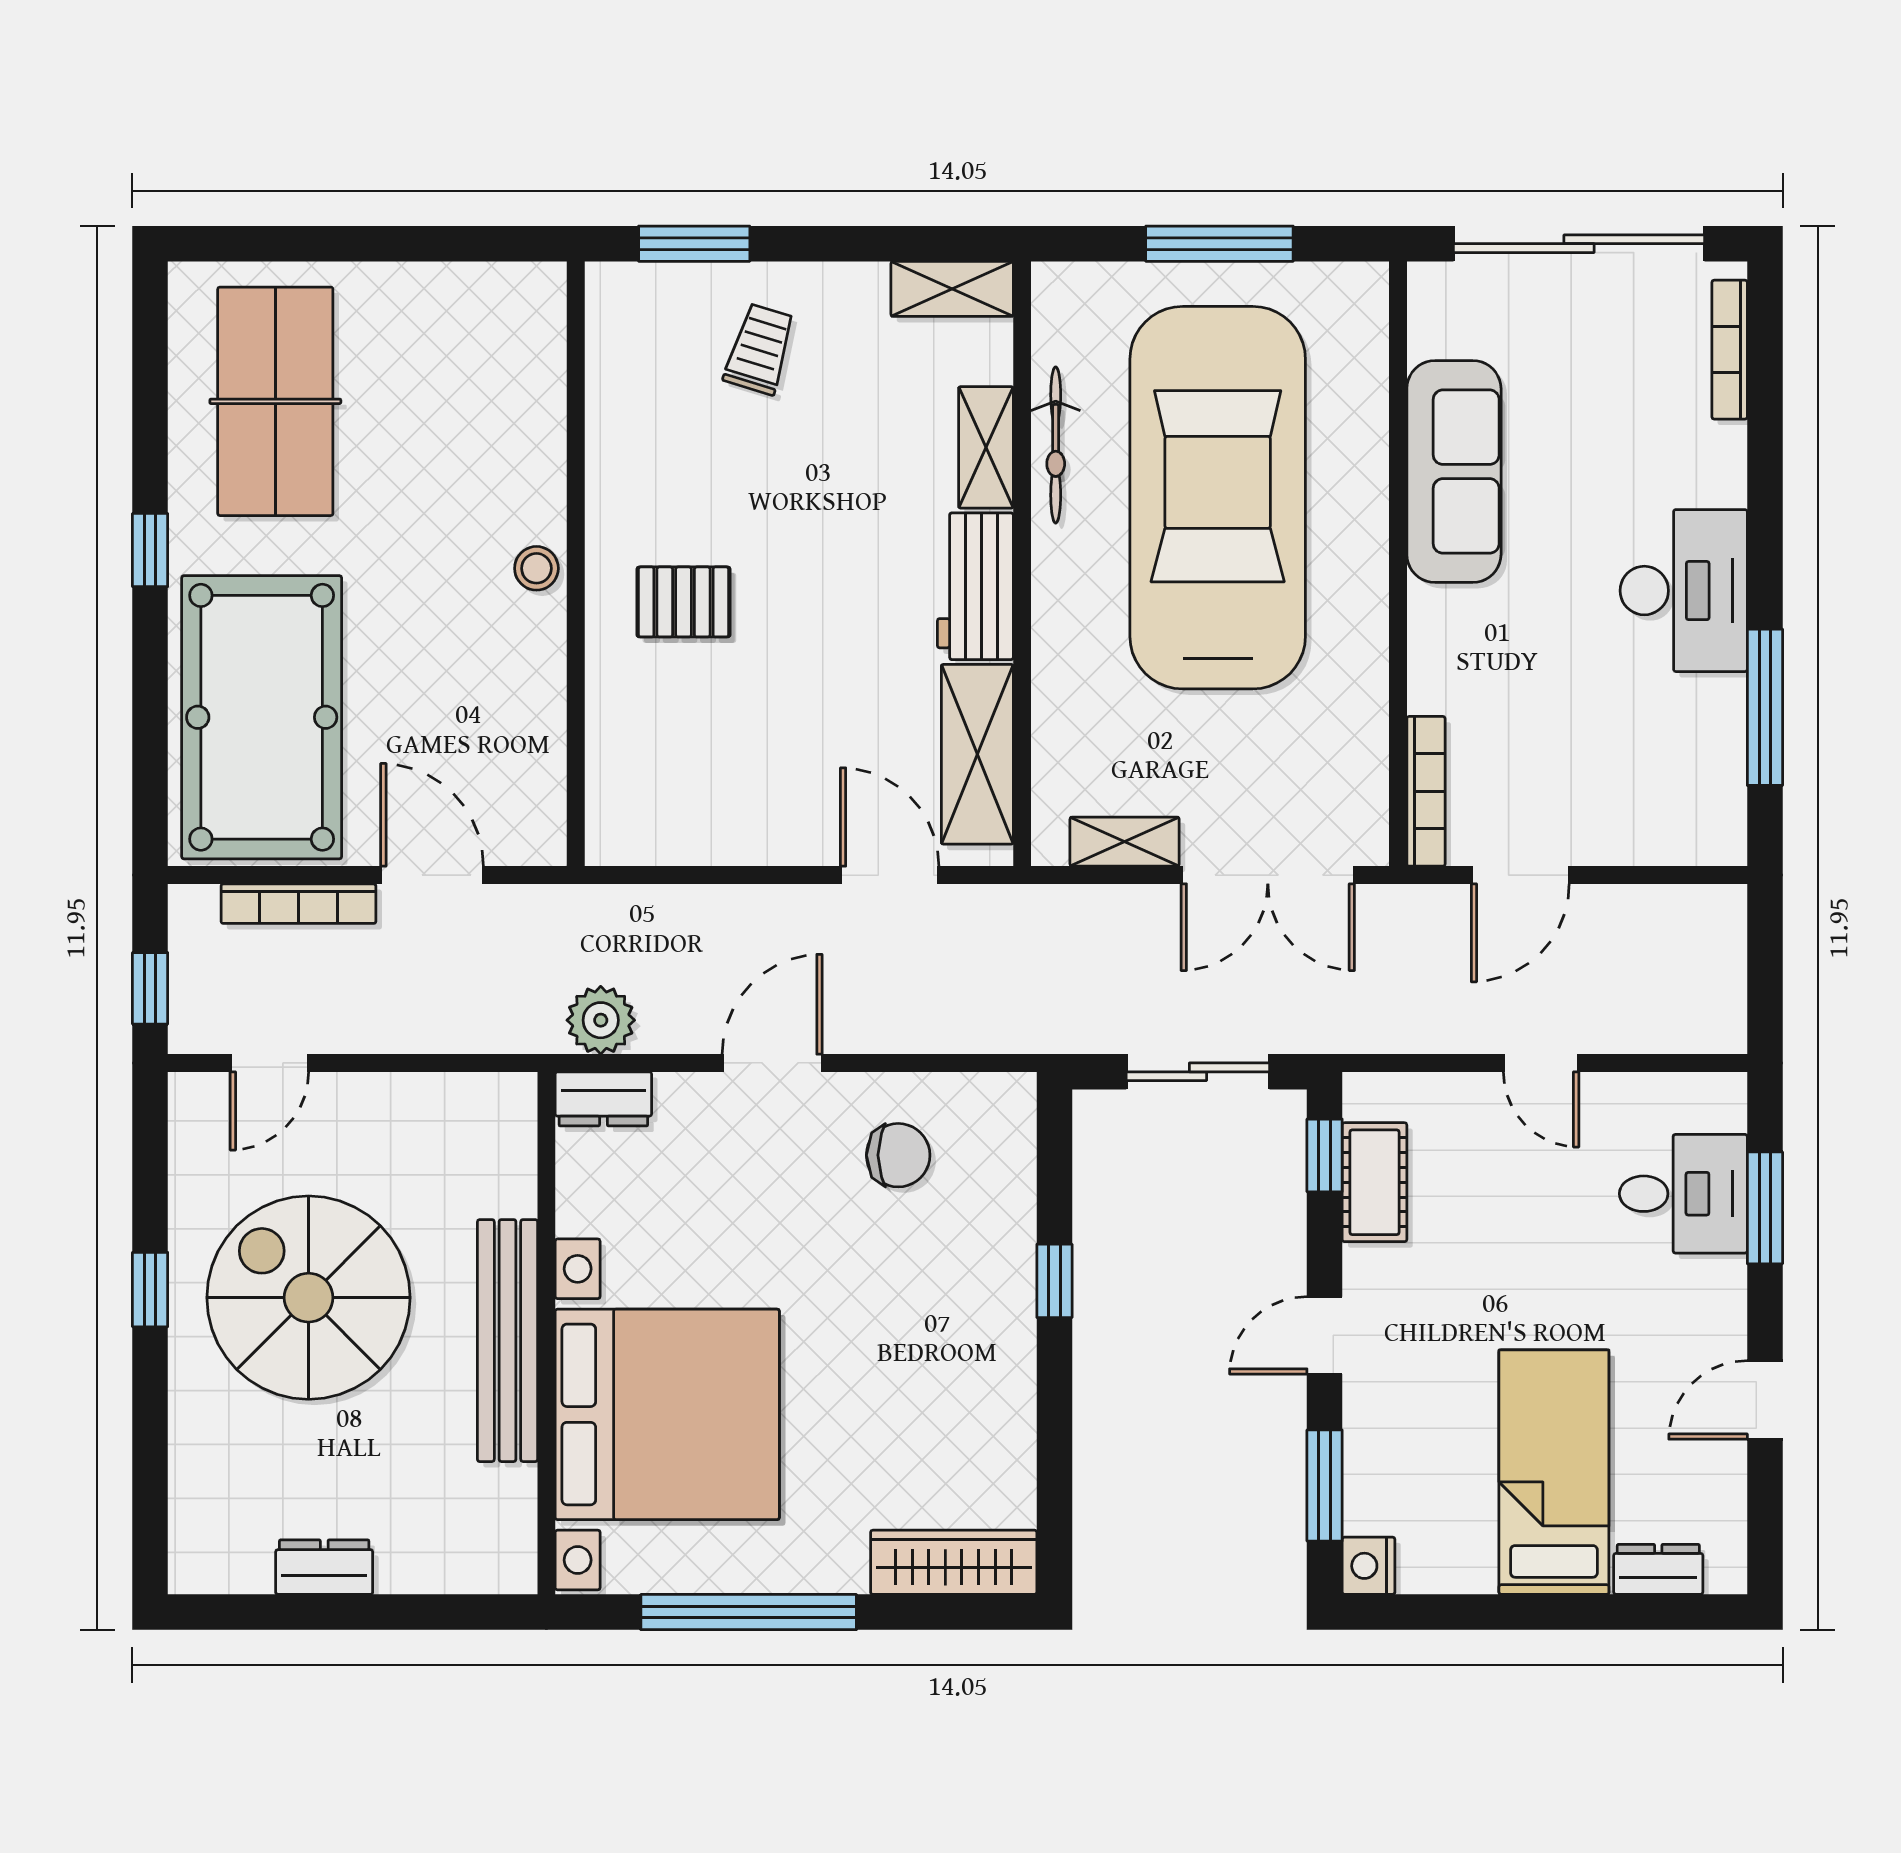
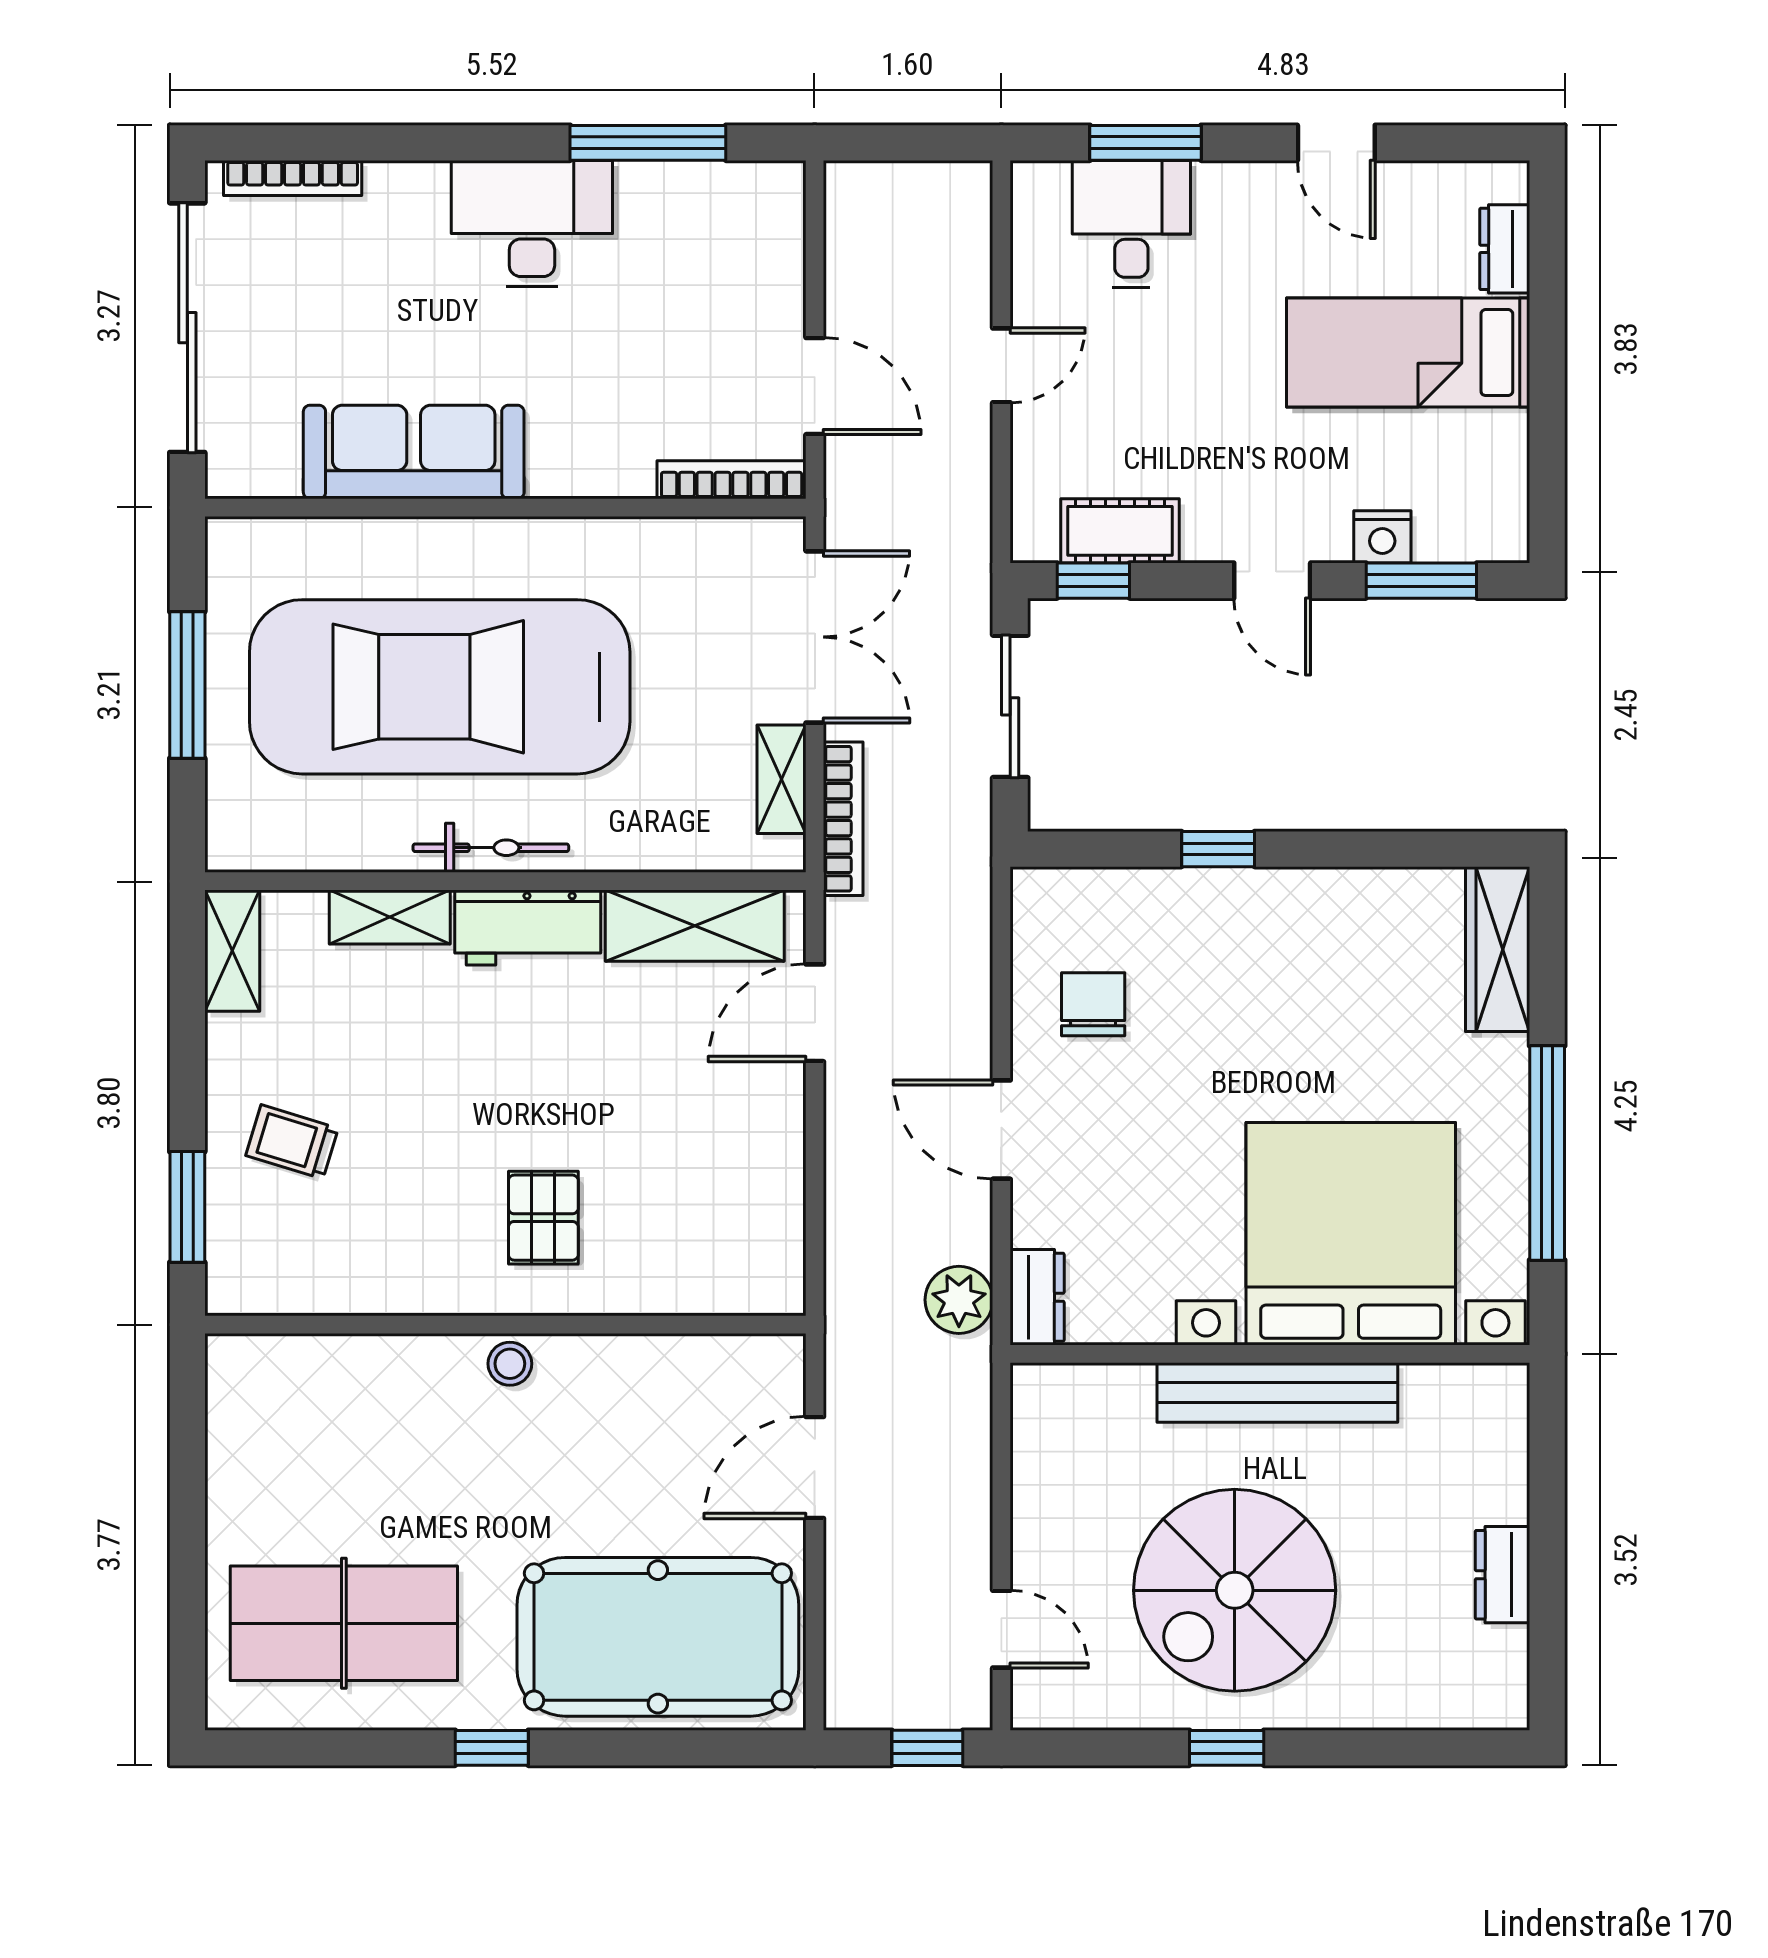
bicycle: (1056, 445) -> (491, 848), moved
bookcase: (298, 904) -> (843, 819), moved
nightstand: (1369, 1566) -> (1382, 537), moved

